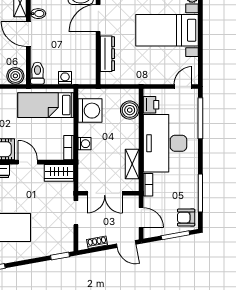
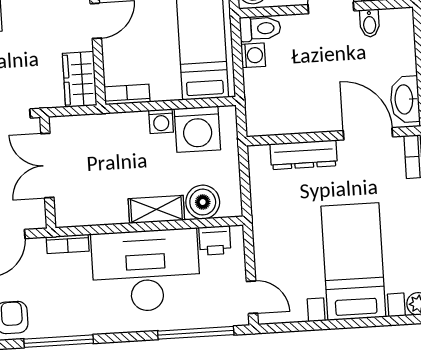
washing machine: (65, 78) -> (253, 55), moved
washing machine: (84, 144) -> (161, 121), moved
shelving: (132, 164) -> (156, 209), moved

